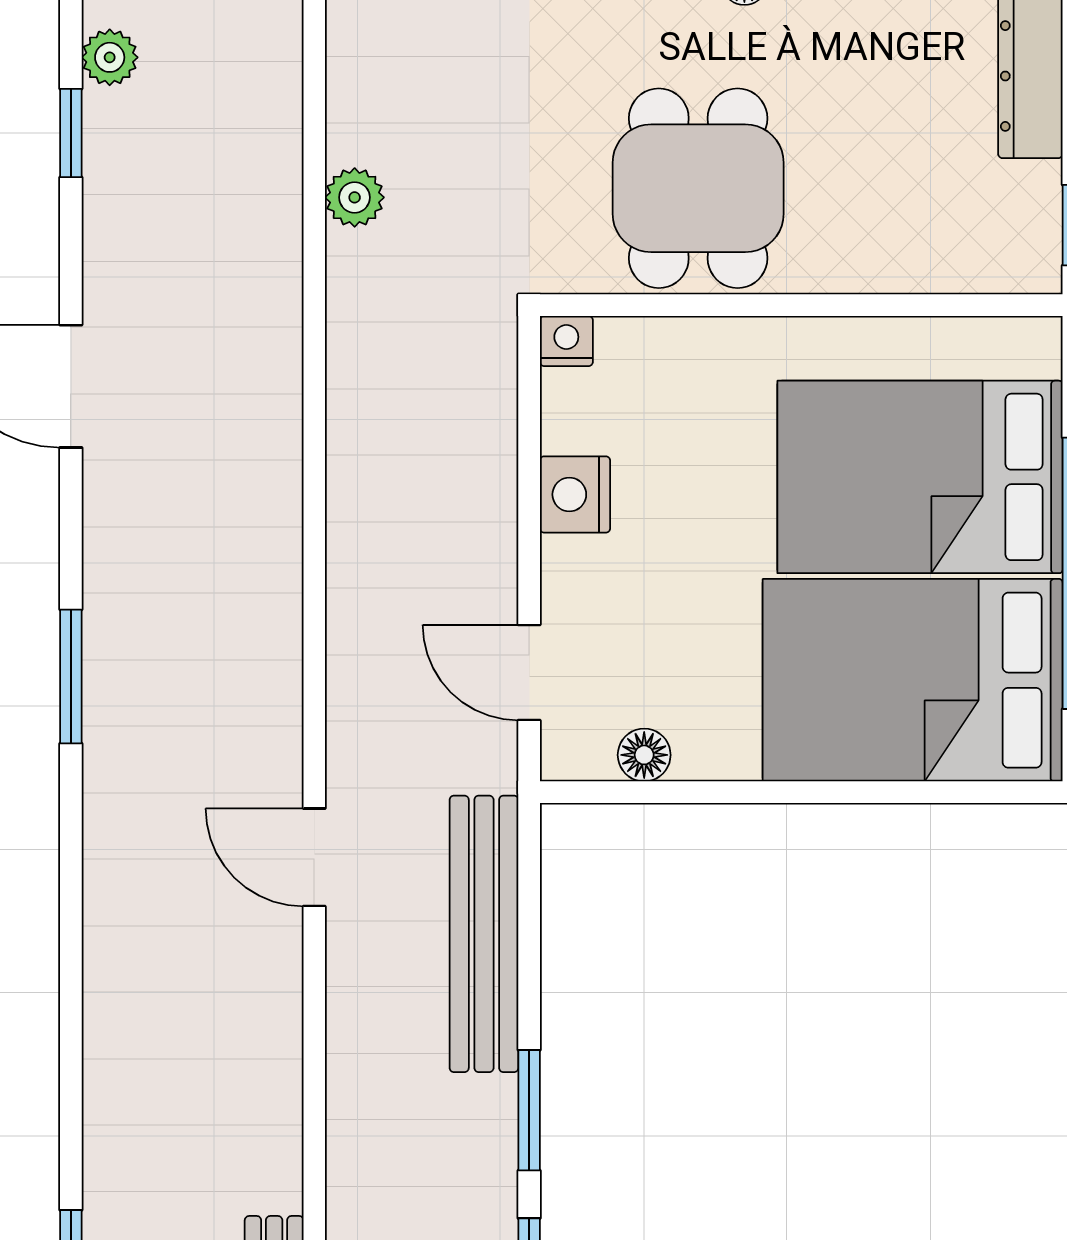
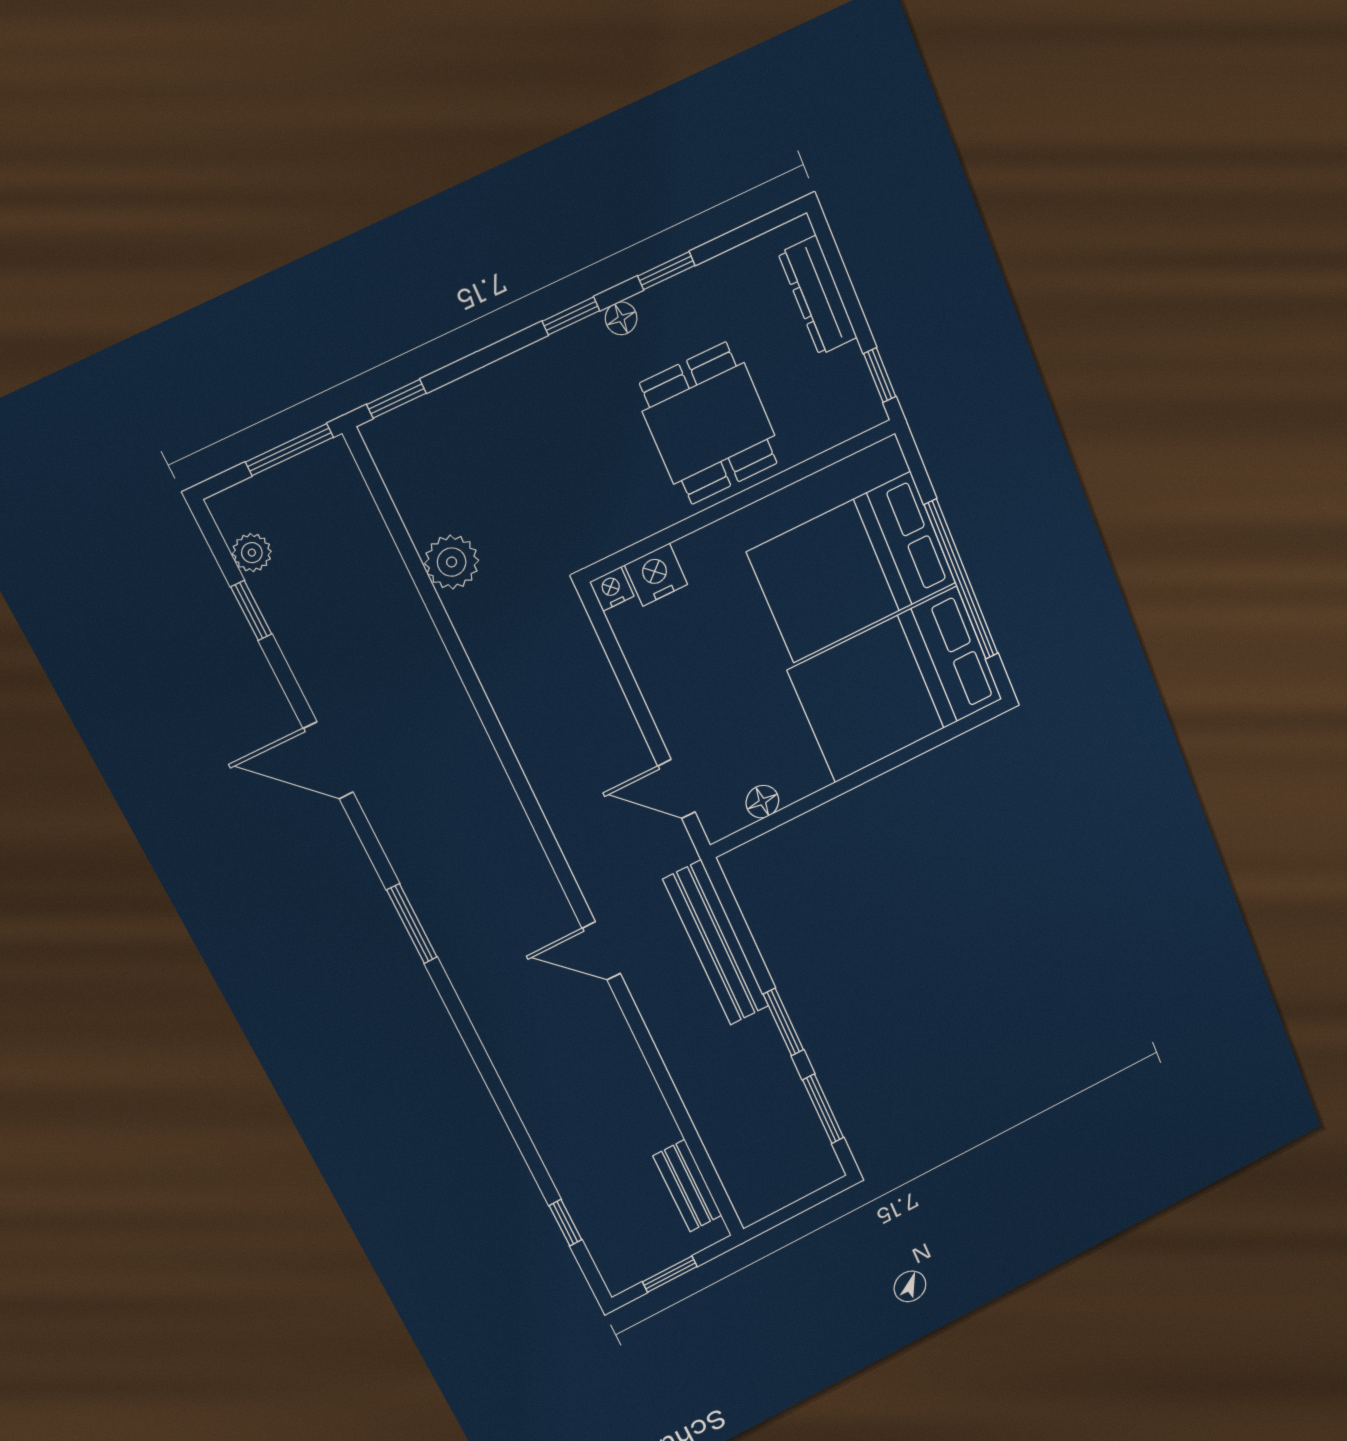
dining table: (698, 188) -> (709, 424), moved
plant: (355, 197) -> (452, 562), width x1.38, depth x1.38
nightstand: (575, 494) -> (656, 575), moved, turned 90

